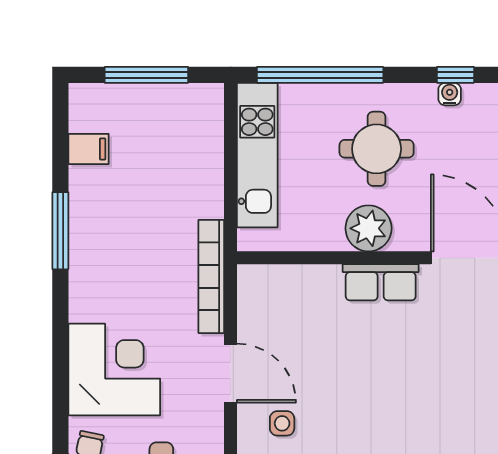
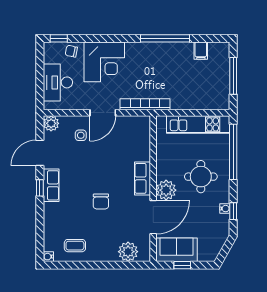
plant: (369, 228) -> (166, 190), moved
window: (60, 231) -> (165, 38), width x1.46
chair: (433, 377) -> (101, 201), added

